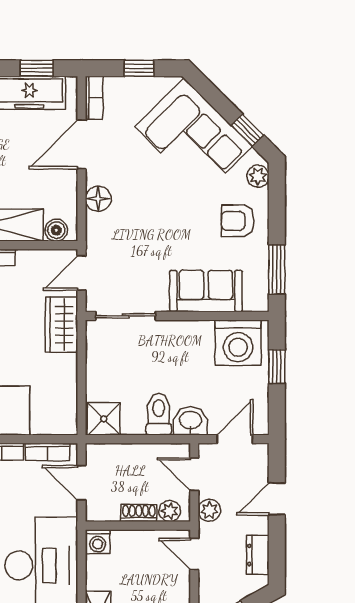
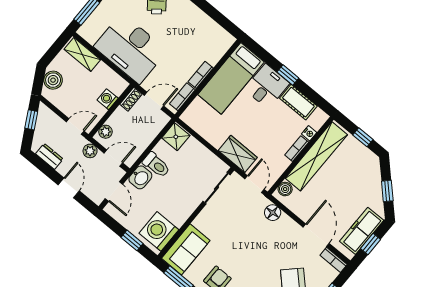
floor lamp: (98, 199) -> (273, 213), moved
sofa: (206, 291) -> (186, 249), moved
shoe rack: (139, 513) -> (131, 99), moved
washing machine: (98, 542) -> (108, 99), moved

